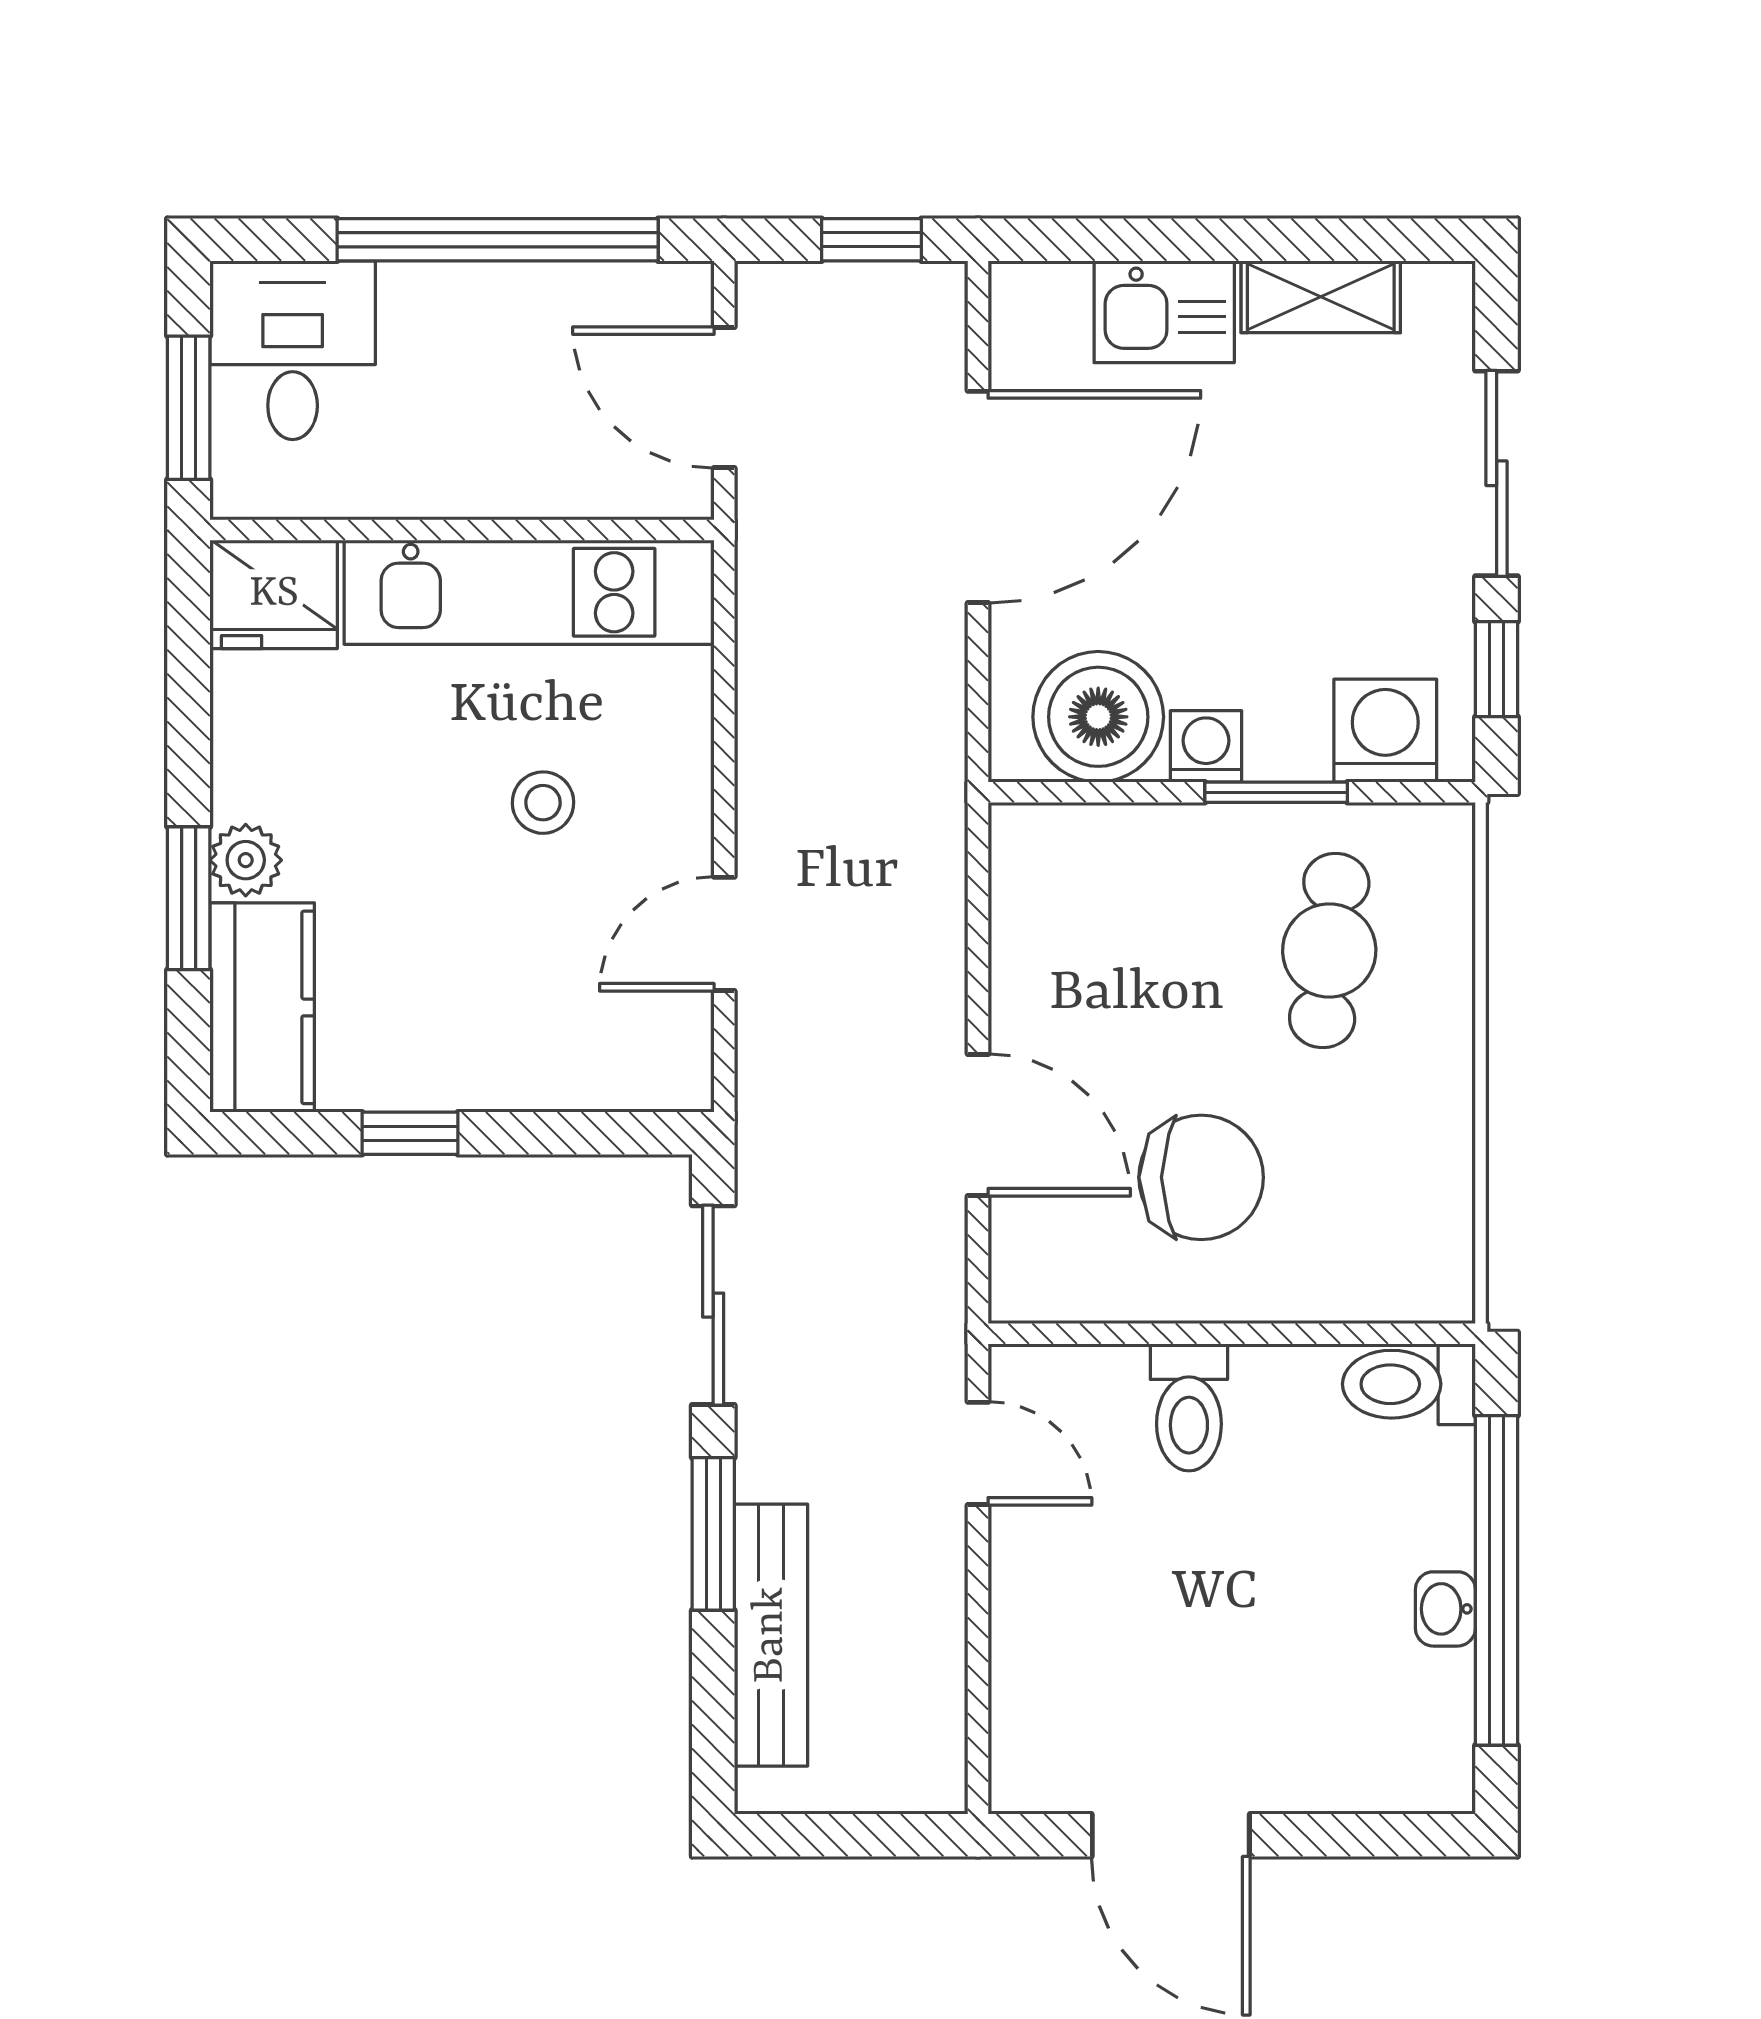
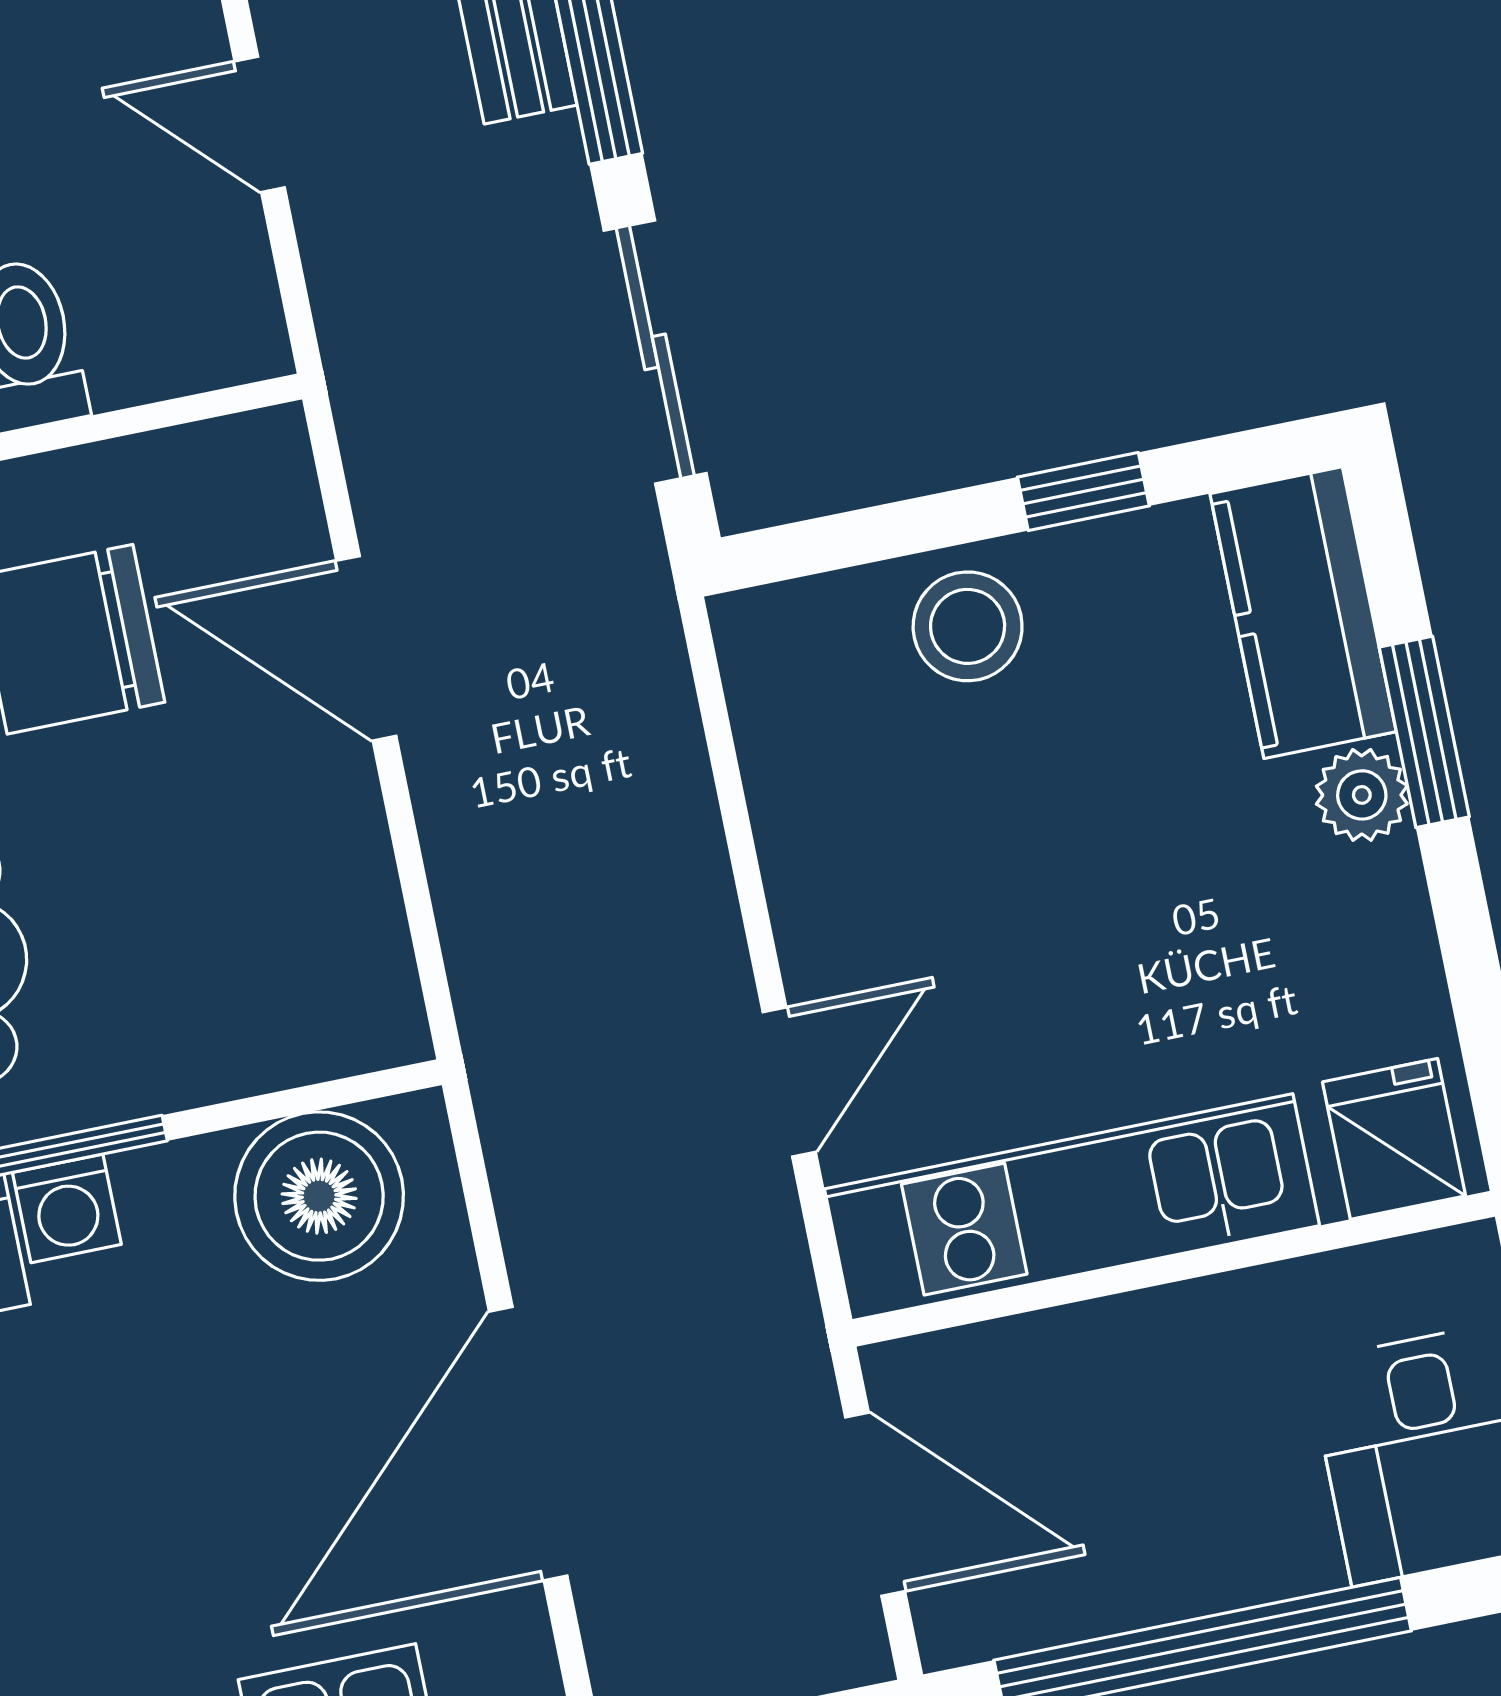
fridge: (274, 594) -> (1394, 1139), width x0.72
washing machine: (1206, 746) -> (67, 1208), moved
stool: (543, 803) -> (968, 626), moved, width x1.37, depth x1.37
door: (724, 934) -> (789, 1082), moved
door: (978, 1453) -> (260, 124), moved

